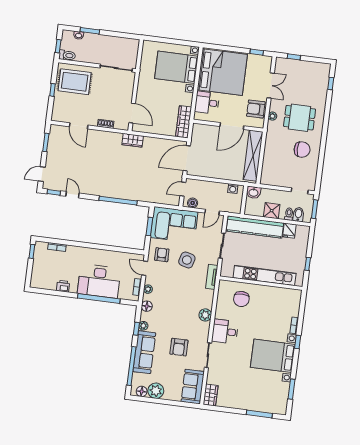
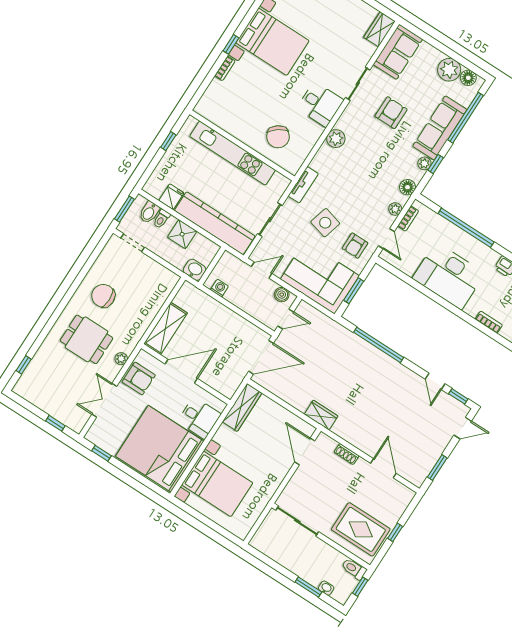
shelving: (253, 156) -> (166, 328), width x0.68
desk: (99, 281) -> (449, 276), moved, turned 180
chair: (241, 299) -> (278, 137), turned 144

